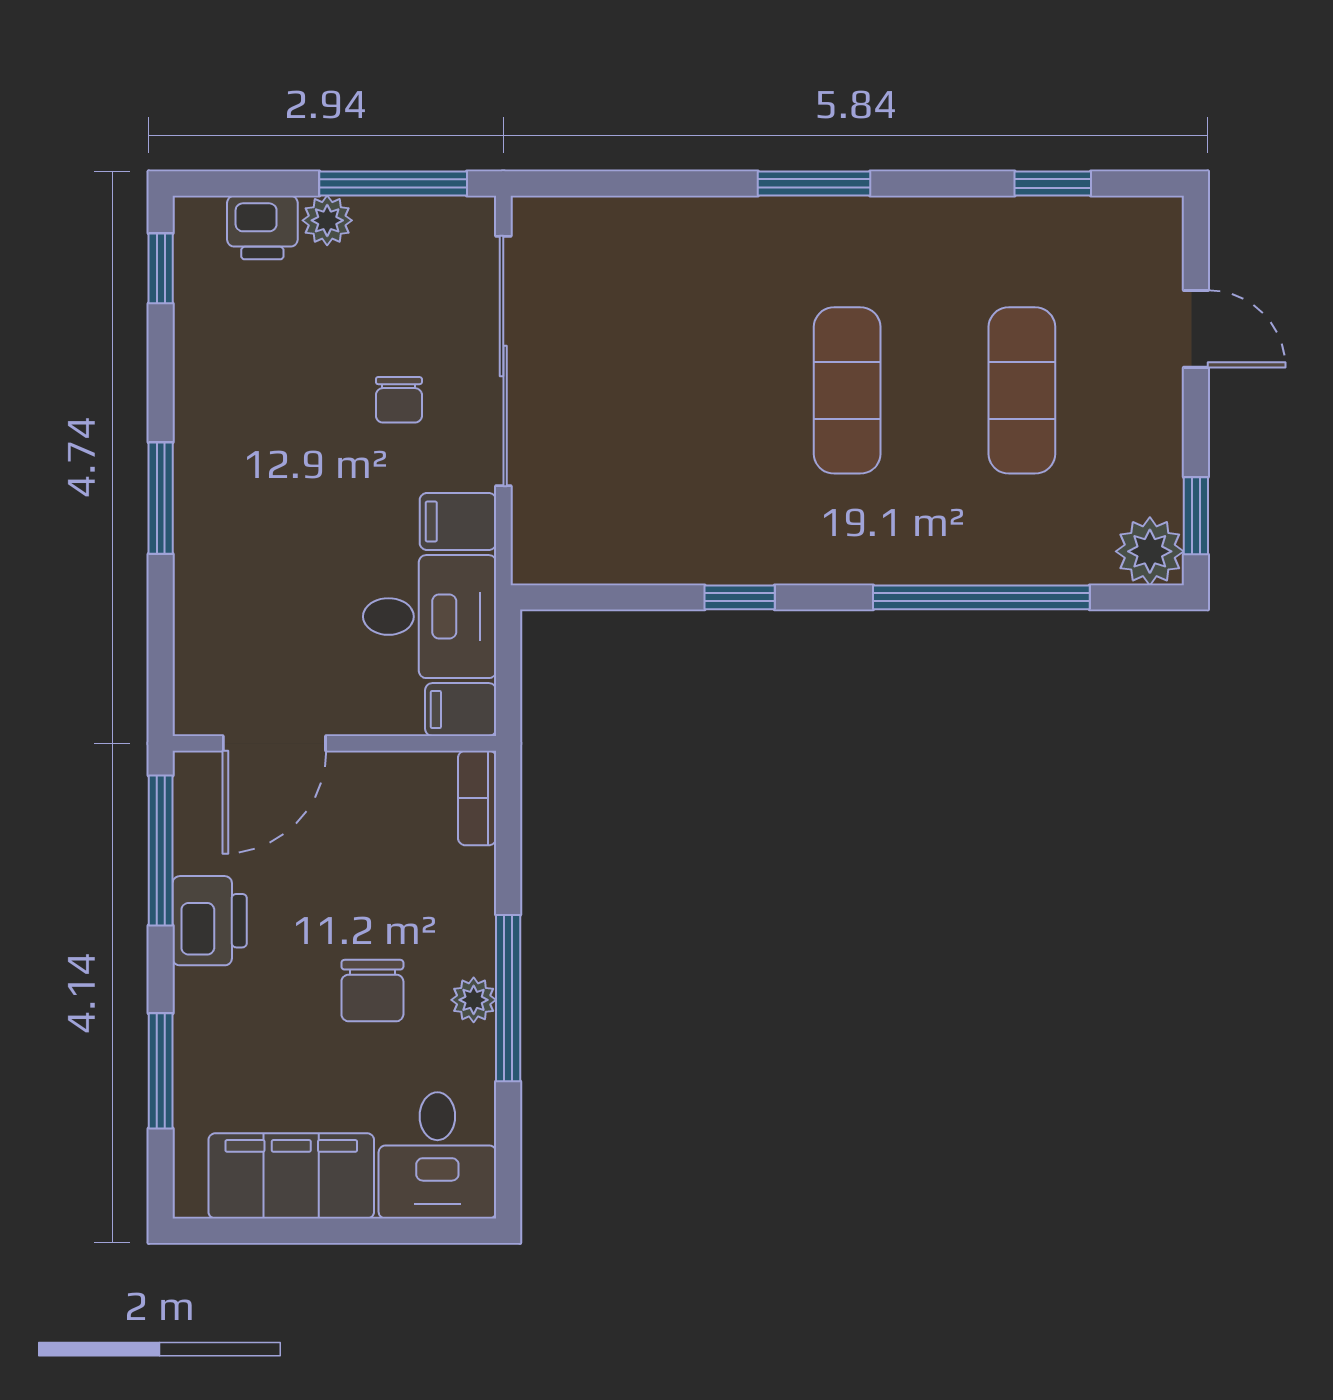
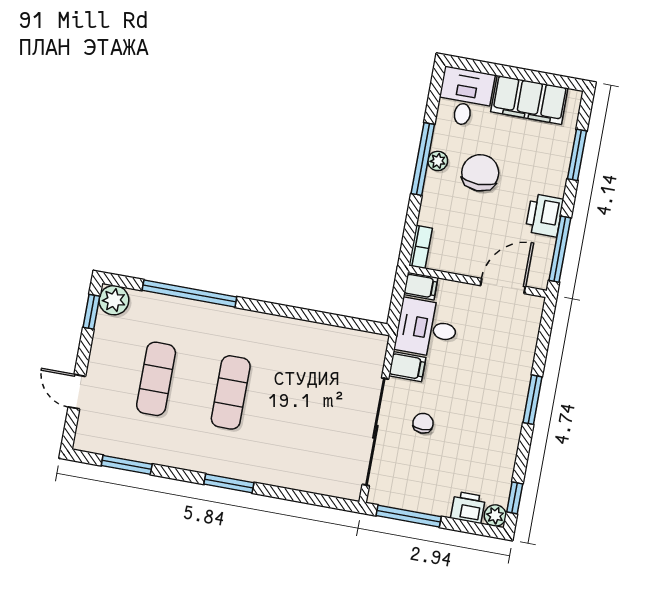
window: (1053, 184) -> (127, 465), width x1.50
plant: (327, 220) -> (495, 516), moved
window: (740, 597) -> (293, 312), removed
chair: (372, 991) -> (480, 173), width x1.37, depth x1.37

